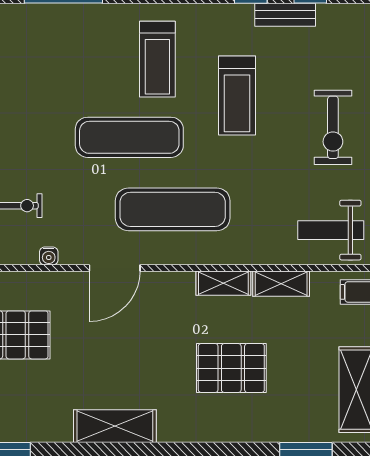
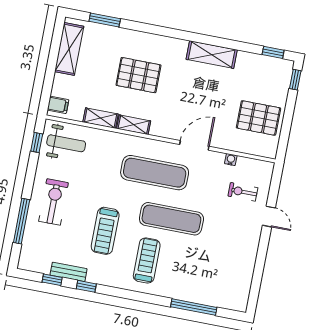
treadmill: (237, 96) -> (105, 231), turned 180

